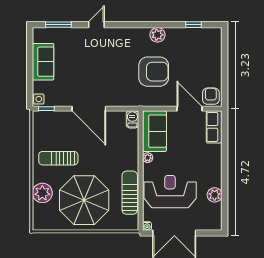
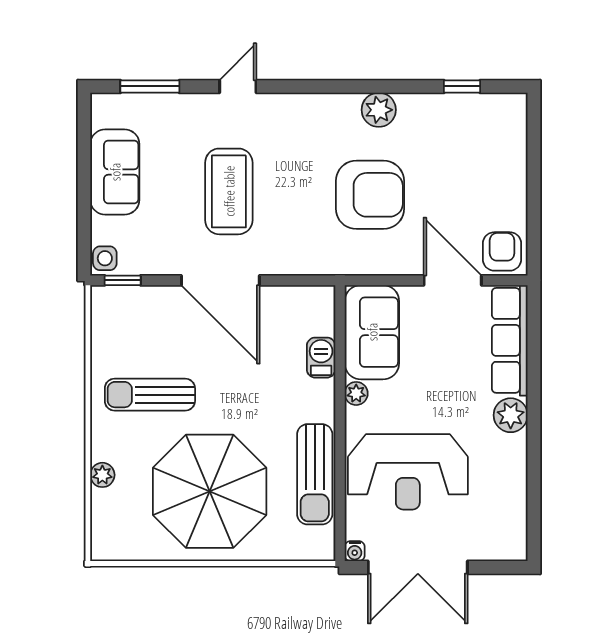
coffee table: (92, 70) -> (229, 191), added
barbecue: (132, 119) -> (321, 358), moved
row of seats: (214, 127) -> (510, 340), width x1.48
reception desk: (170, 192) -> (408, 472), turned 180
plant: (42, 193) -> (102, 475), width x0.53, depth x0.53
sun lounger: (130, 193) -> (315, 474), turned 180
plant: (215, 195) -> (511, 415), moved

